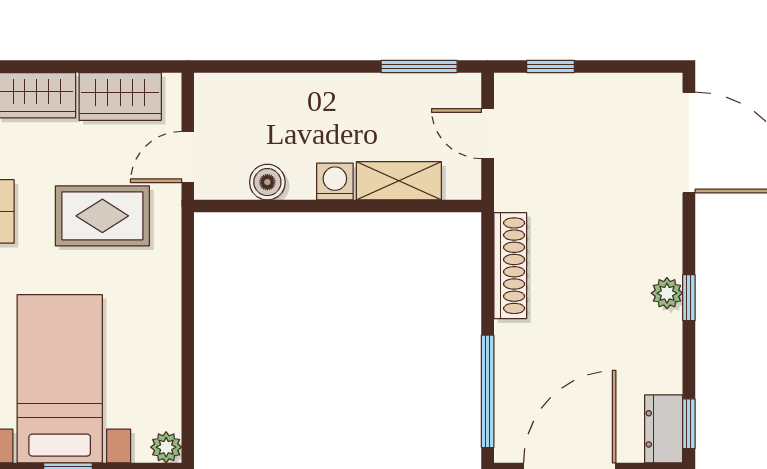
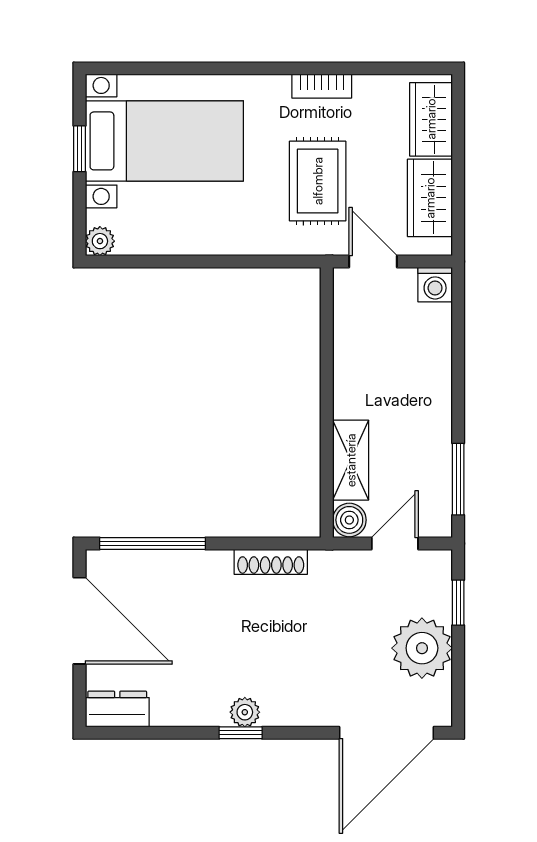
plant: (599, 105) -> (422, 648), added
boiler: (267, 182) -> (349, 520), moved
washing machine: (335, 182) -> (435, 285), moved, turned 90
shoe rack: (510, 266) -> (271, 562), width x0.74, depth x0.81
window: (689, 424) -> (122, 733), removed

